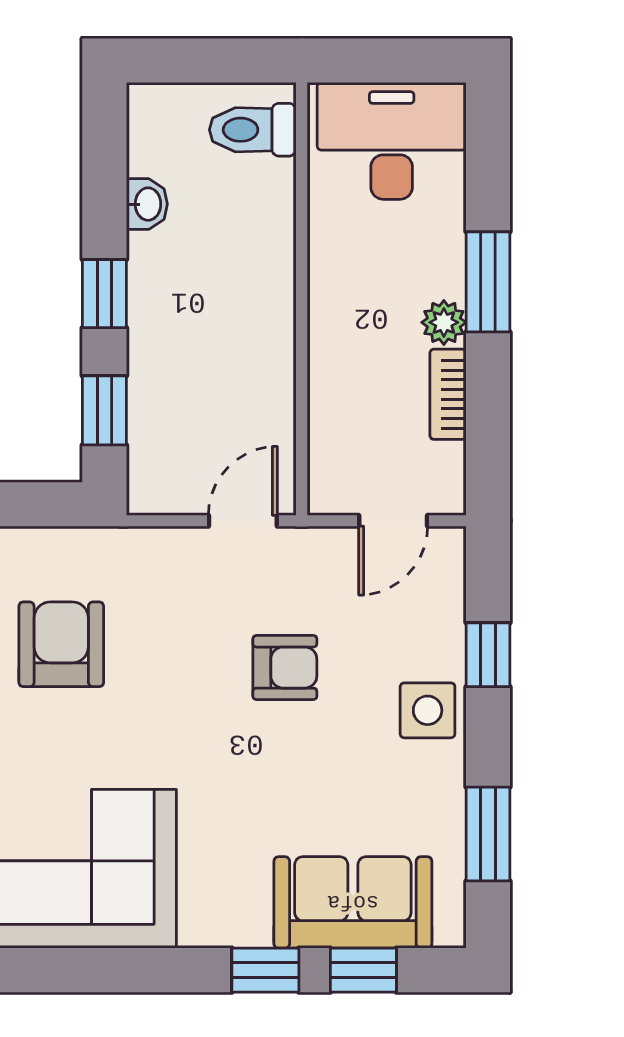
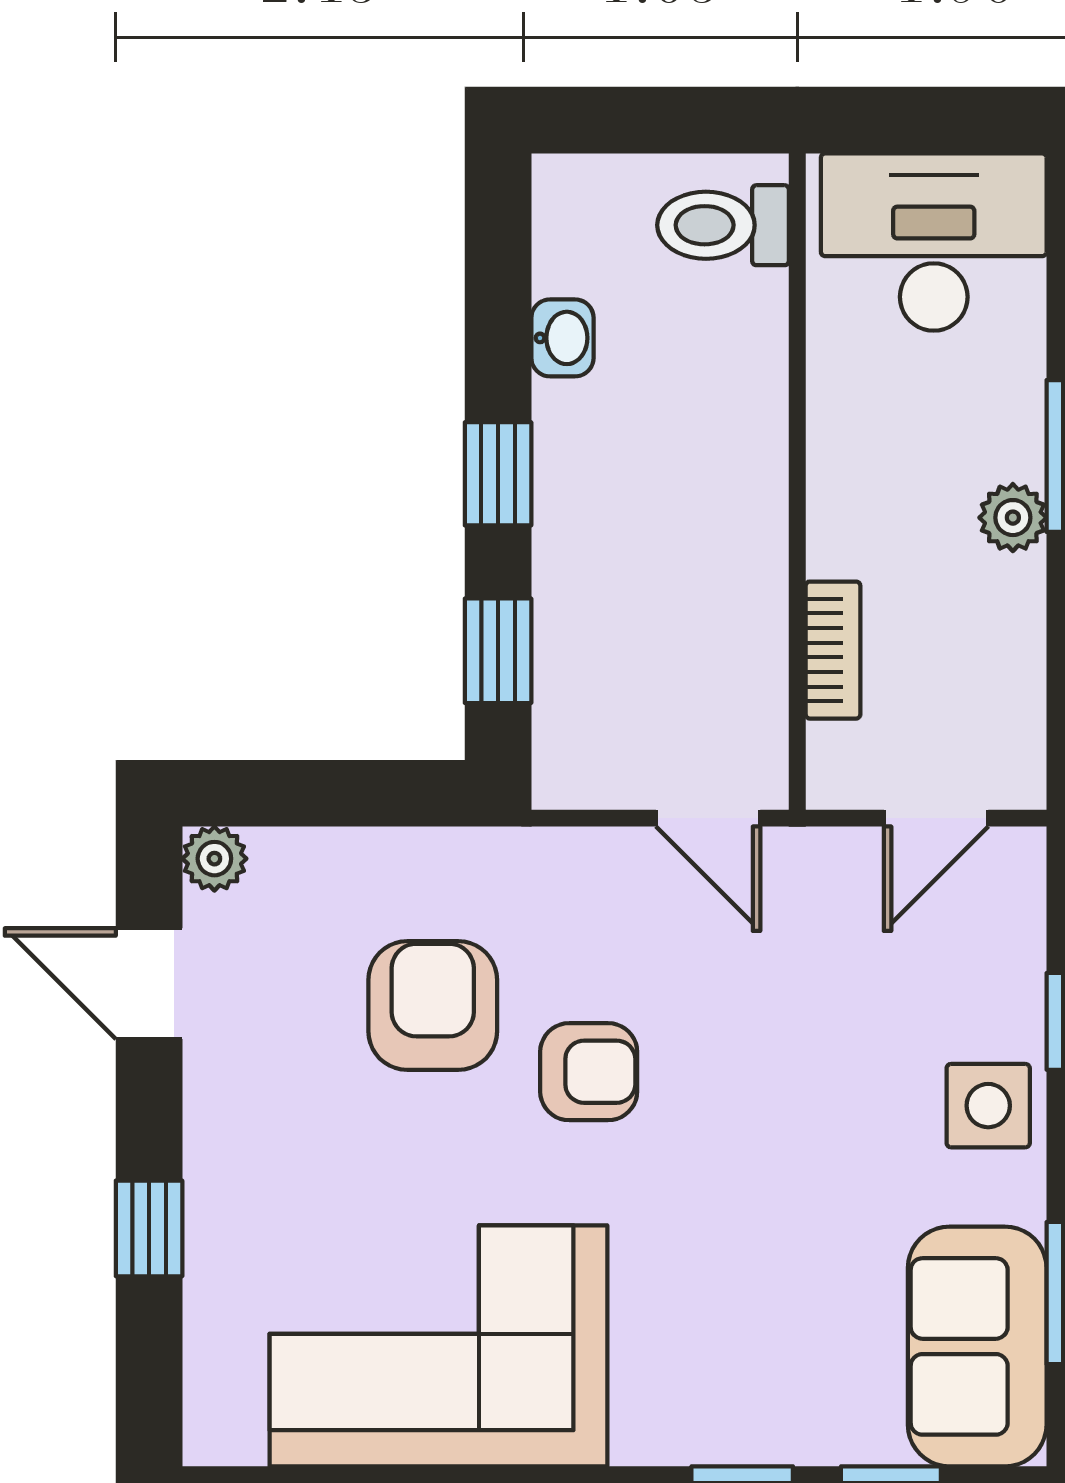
bookcase: (448, 394) -> (833, 650), moved, turned 180
door: (243, 521) -> (708, 818), swing flipped
armchair: (285, 668) -> (589, 1072), moved
sofa: (353, 902) -> (977, 1346), moved, turned -90

